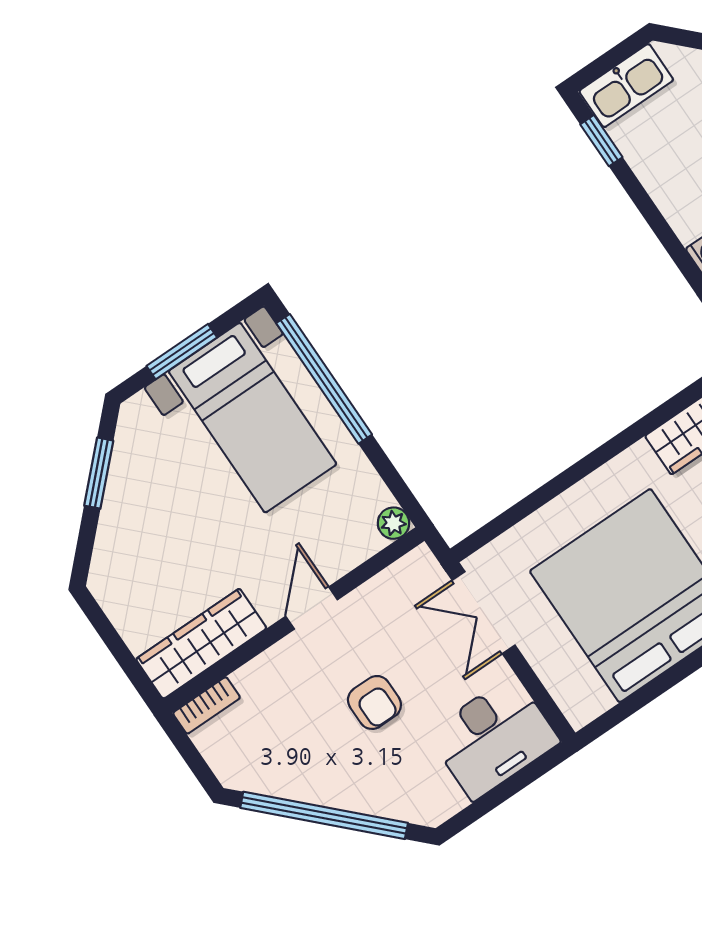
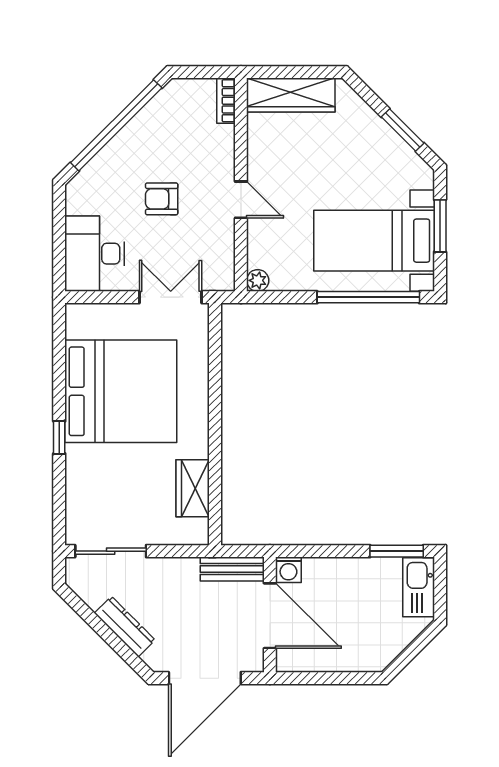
window: (601, 141) -> (397, 551), width x1.50
wardrobe: (201, 644) -> (291, 95), moved, turned 90

